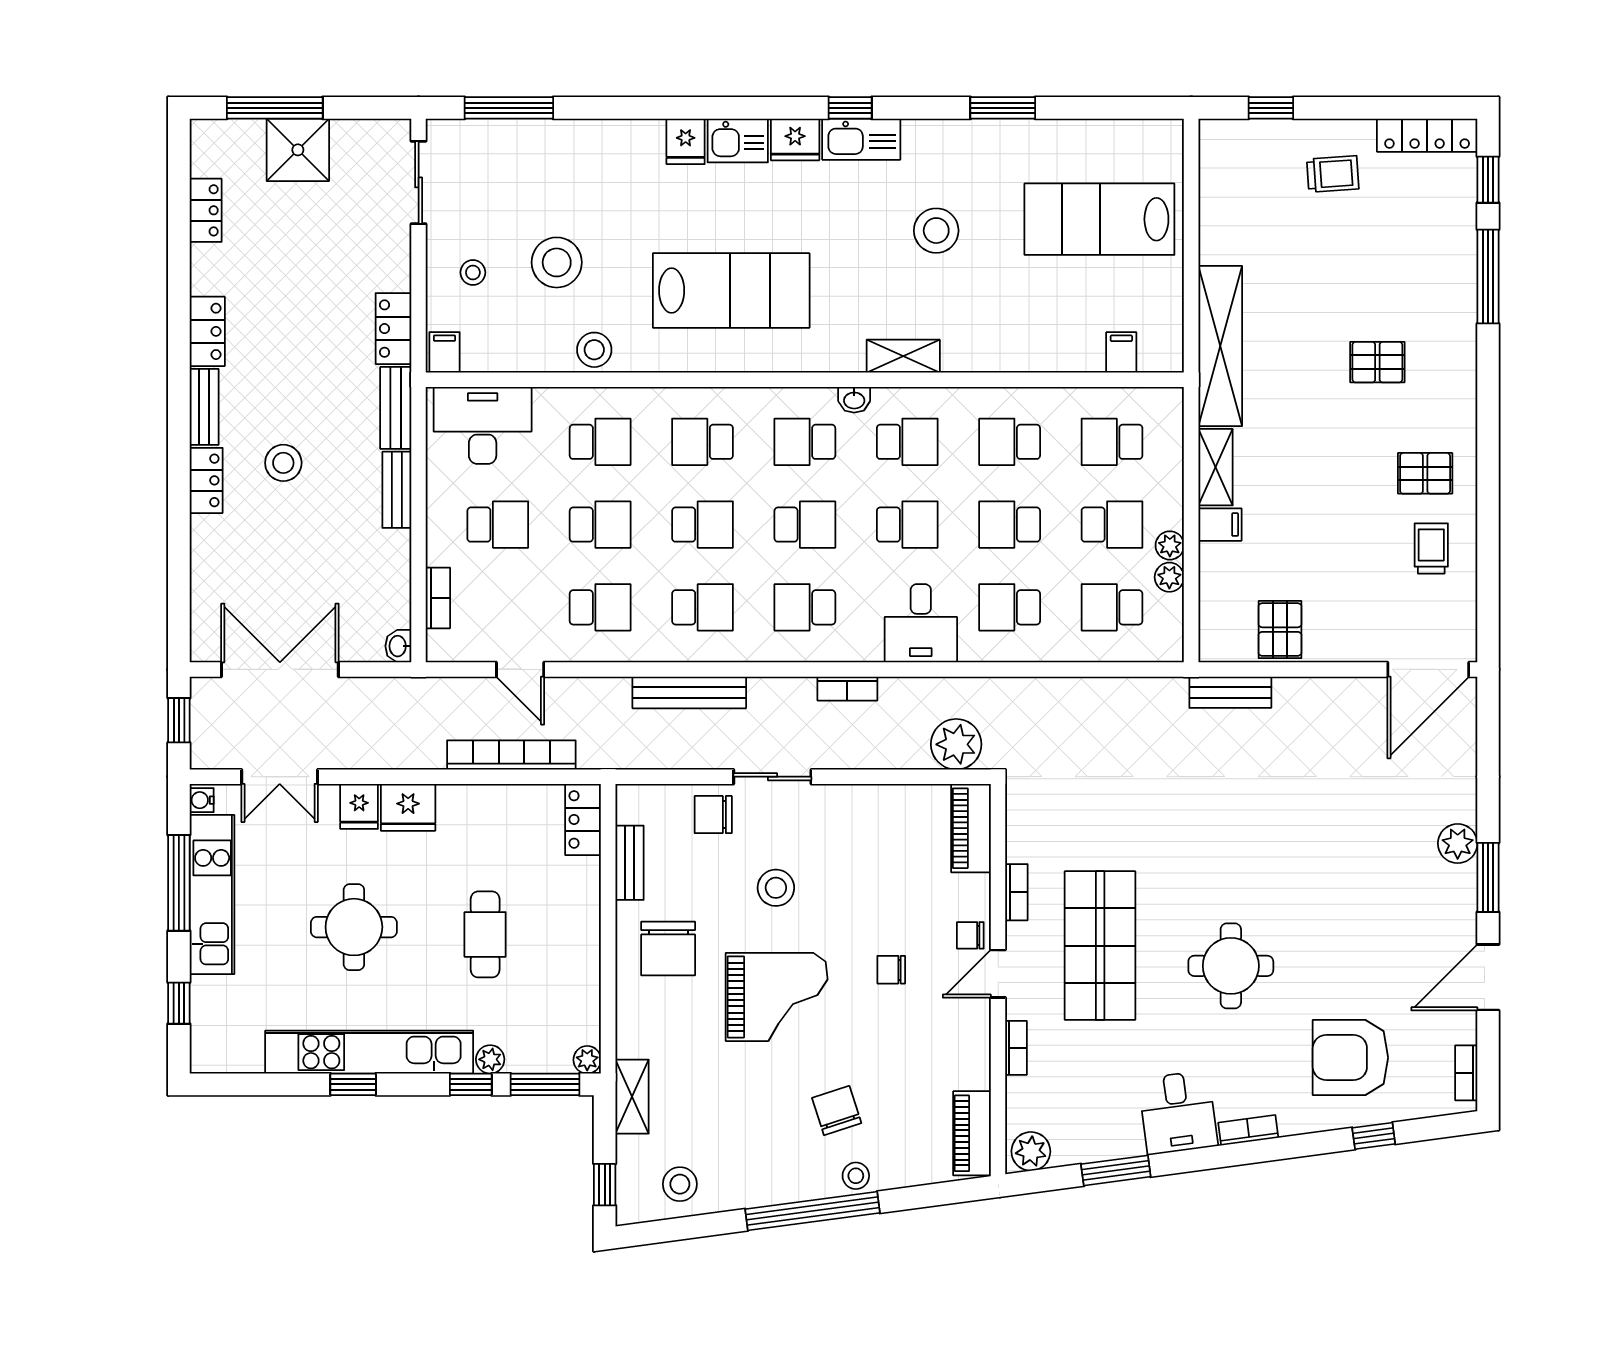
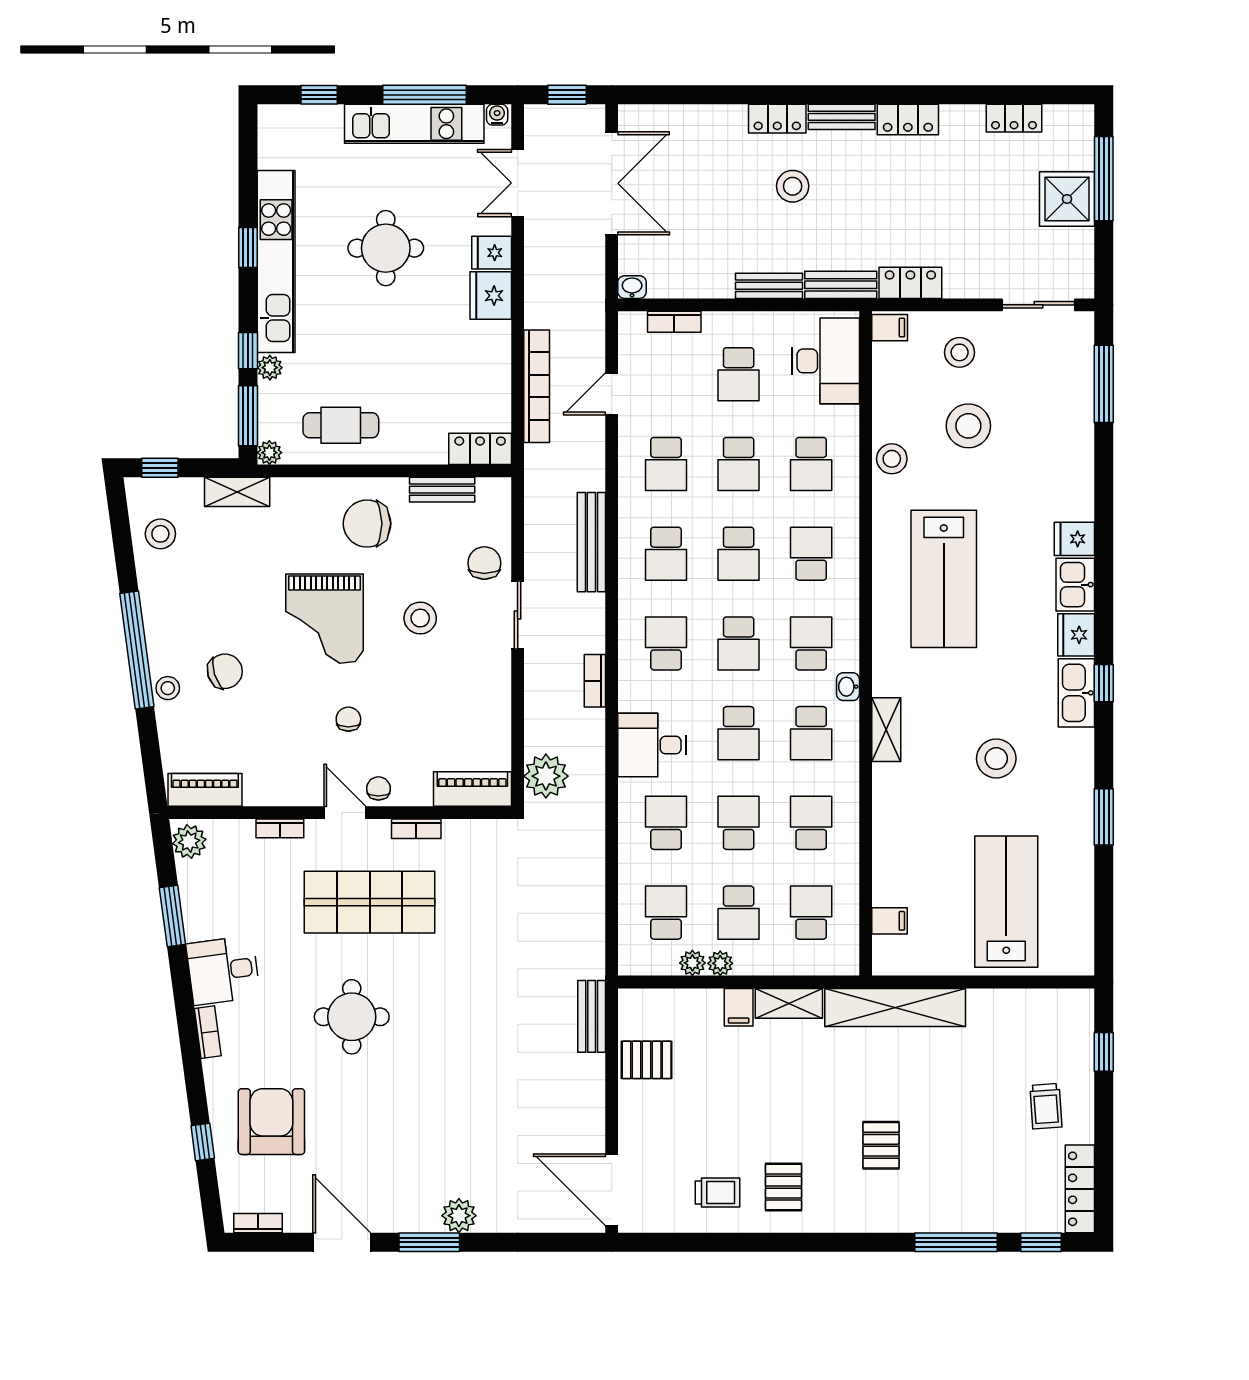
stool: (473, 272) -> (960, 352), width x1.37, depth x1.37
cafe table: (485, 934) -> (341, 425), moved

